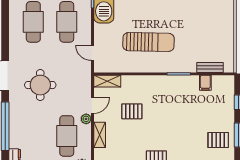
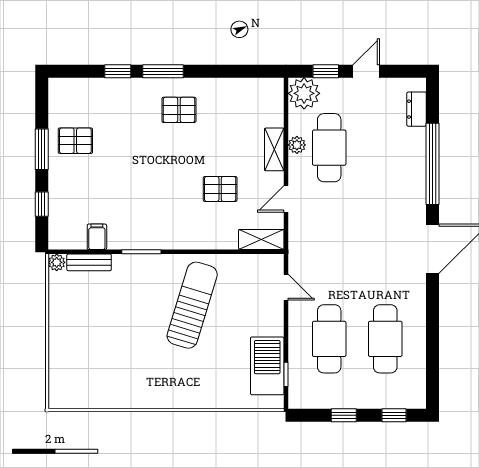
sun lounger: (148, 42) -> (192, 305), turned 106
plant: (229, 67) -> (57, 262), added
round table: (40, 85) -> (374, 233), removed
plant: (86, 119) -> (297, 145), moved

